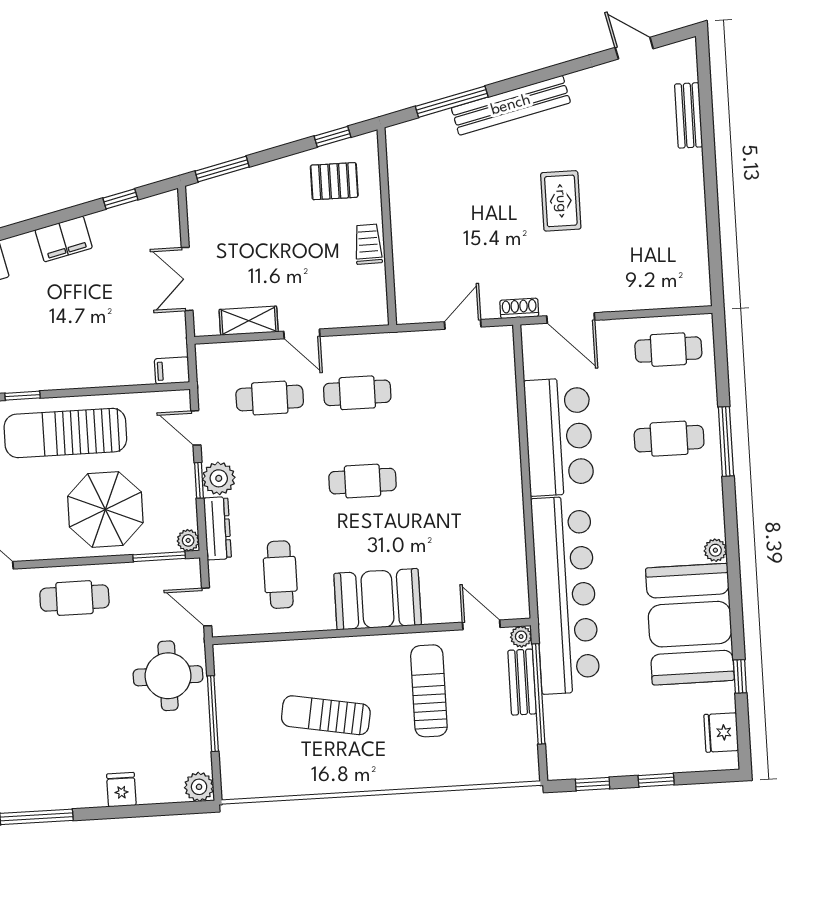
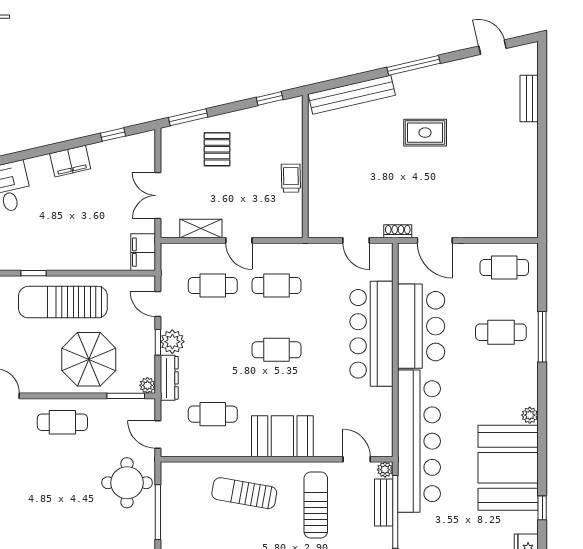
window: (452, 102) -> (414, 65), moved
bench: (511, 105) -> (352, 95), moved
pallet: (334, 181) -> (217, 149), moved, turned 90
rug: (561, 201) -> (425, 133), moved, turned 90
door: (463, 324) -> (356, 240), swing flipped
filing cabinet: (172, 371) -> (143, 252), width x2.00
bar counter: (491, 451) -> (371, 334), added
cafe table: (280, 575) -> (213, 414), turned 90
sun lounger: (326, 715) -> (244, 493), moved

